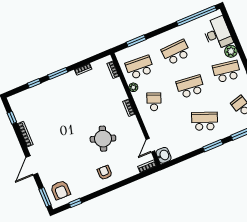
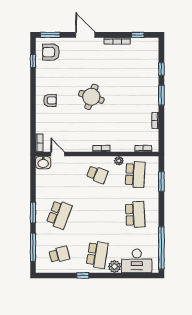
school desk: (190, 87) -> (97, 215), removed
round table: (103, 139) -> (91, 97), moved

